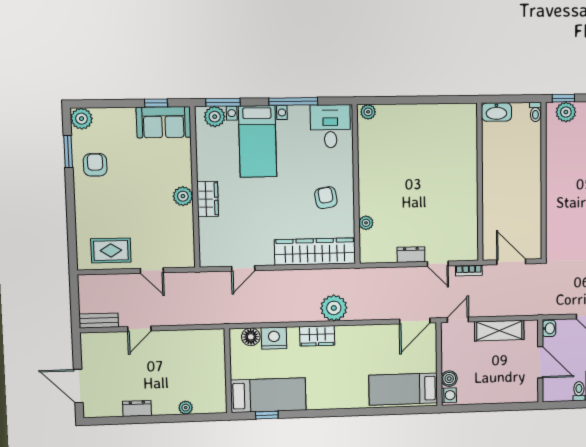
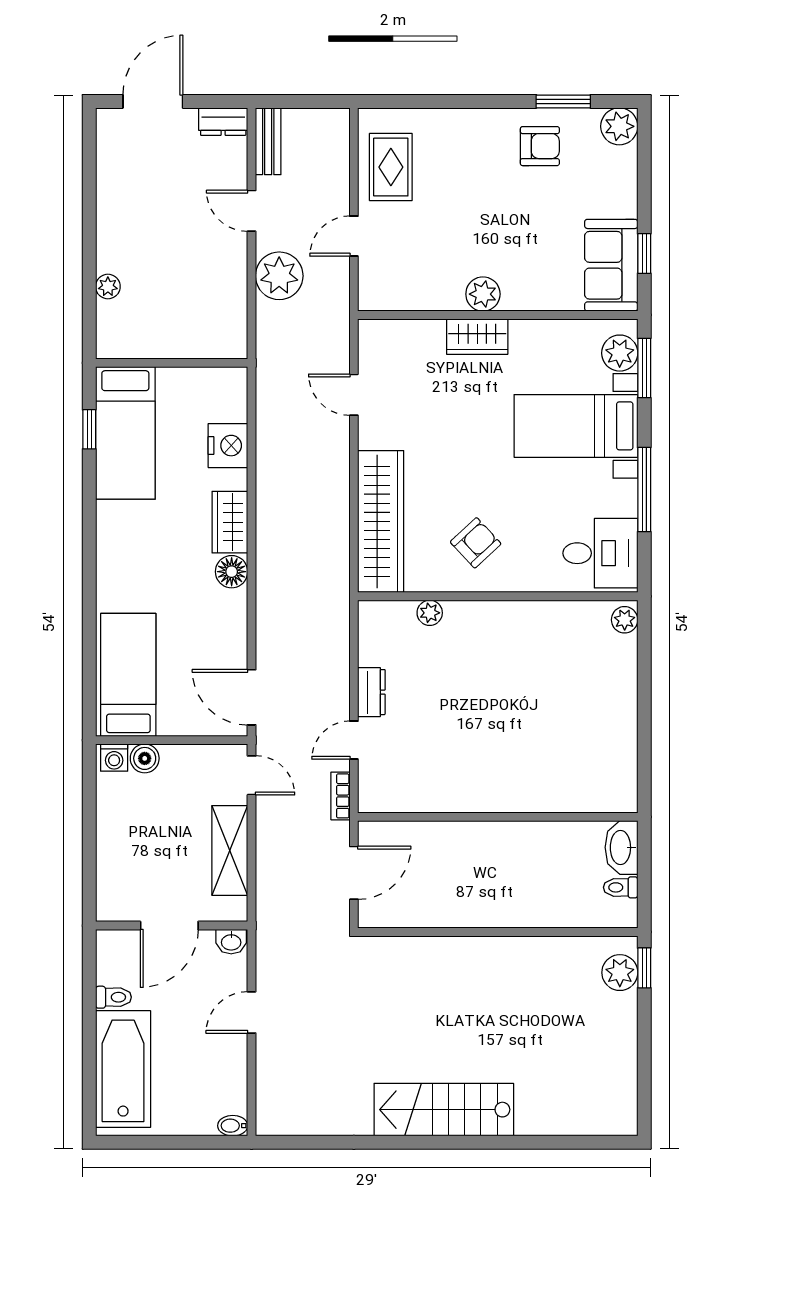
toilet: (535, 112) -> (621, 887), moved
armchair: (326, 198) -> (476, 543), turned -34
plant: (334, 308) -> (279, 276), moved
floor lamp: (251, 337) -> (232, 572), moved
dresser: (137, 408) -> (223, 122), moved, turned 90

